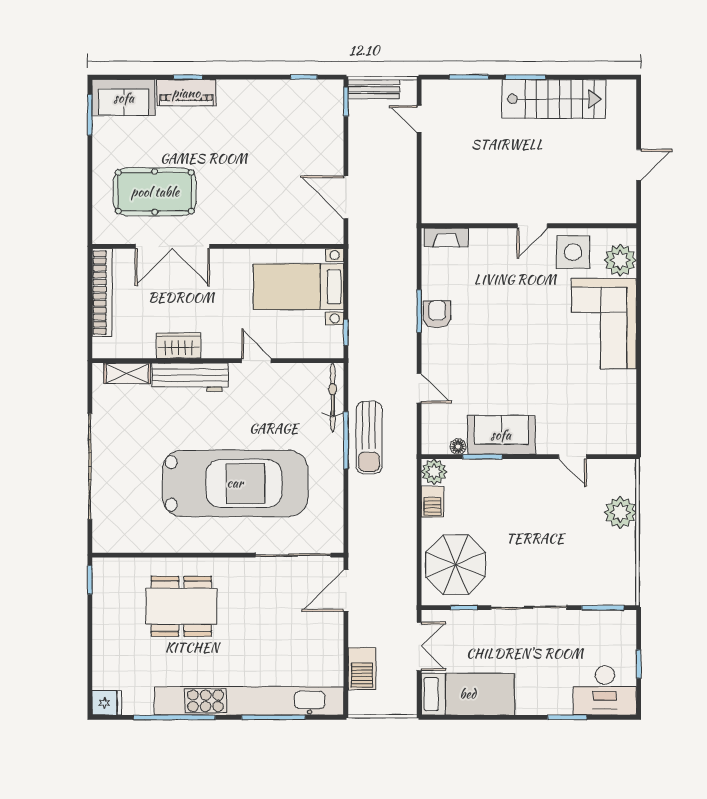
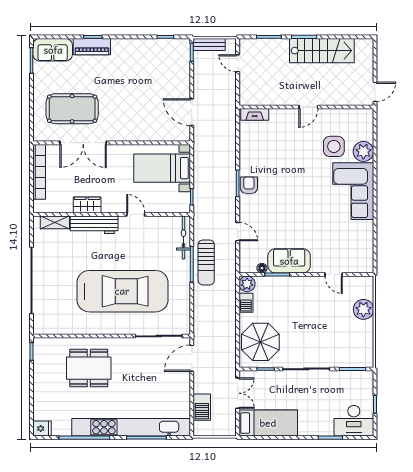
wall: (529, 226) -> (306, 107), moved
door: (532, 226) -> (308, 107), moved
fireplace: (446, 237) -> (255, 114), moved

